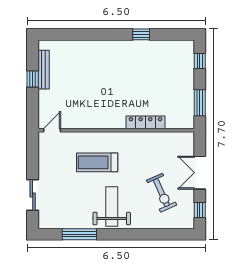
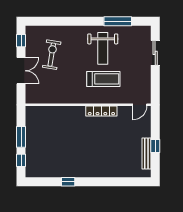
window: (200, 103) -> (21, 137), moved
locker: (145, 122) -> (101, 111), moved
exercise bike: (162, 193) -> (52, 55), turned 33
weight bench: (112, 207) -> (103, 48), moved

